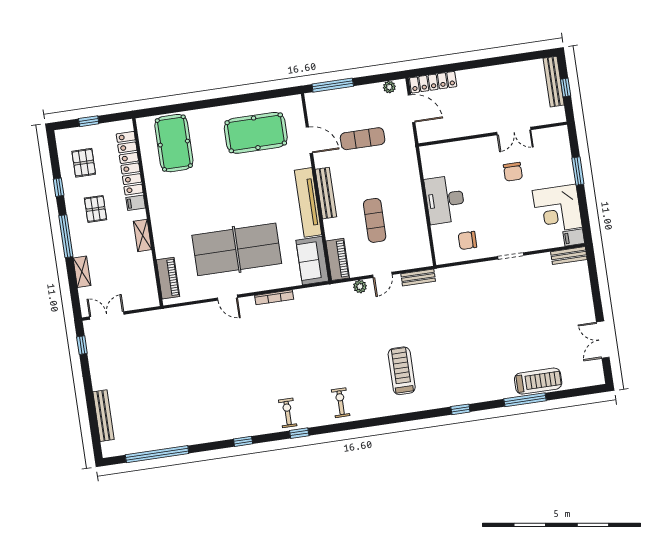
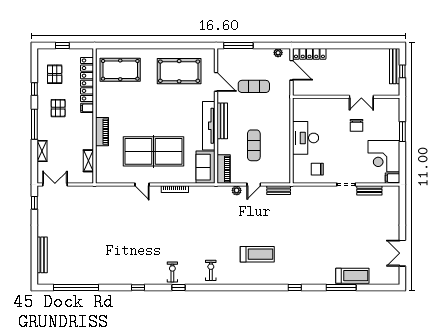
pool table: (174, 143) -> (120, 70), turned 90
shelving: (142, 235) -> (88, 161), moved
bench: (569, 256) -> (369, 190), moved
piano: (168, 278) -> (102, 132), moved
treadmill: (402, 371) -> (257, 254), turned 90

